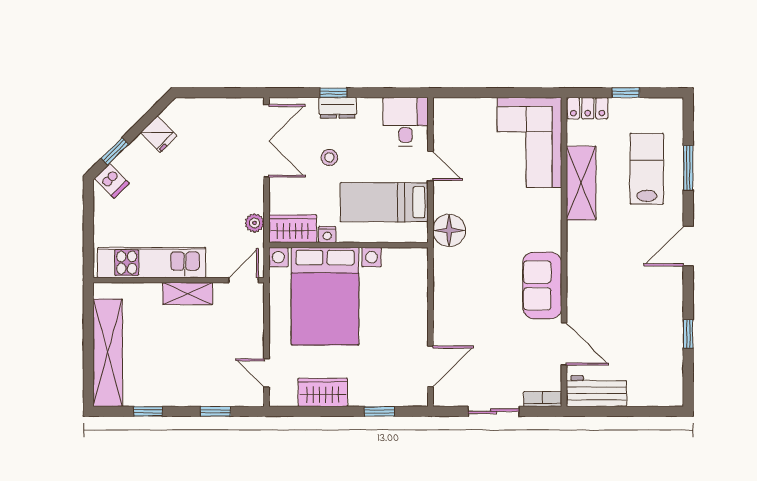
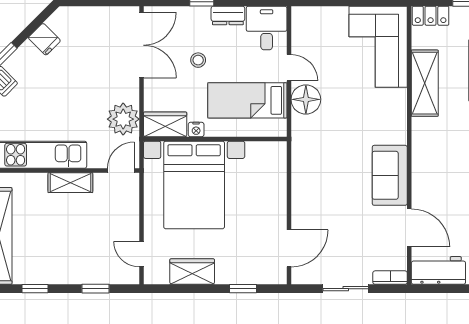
dresser: (338, 108) -> (228, 15), moved
plant: (255, 223) -> (123, 119), width x1.88, depth x1.88
floor lamp: (449, 230) -> (306, 99), moved

